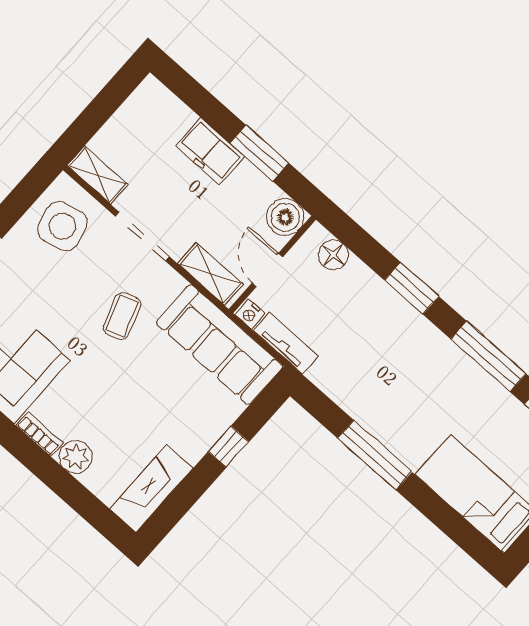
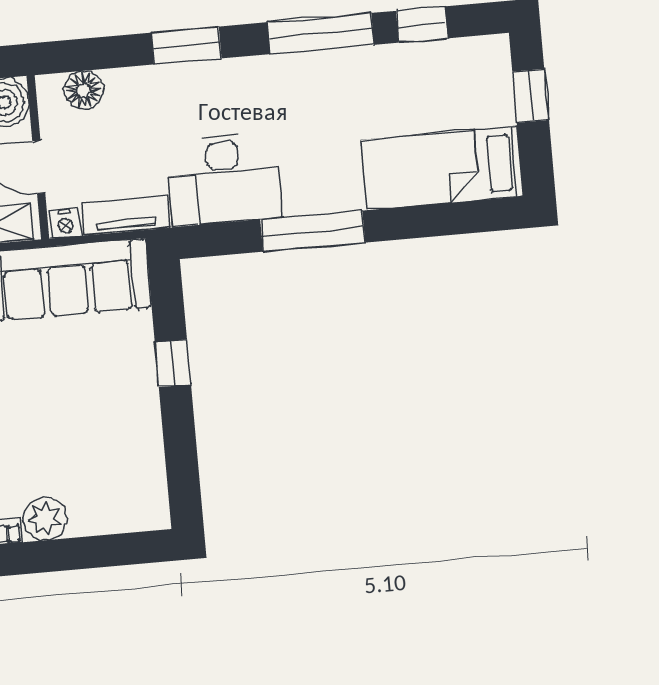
desk: (357, 379) -> (224, 179), added
fireplace: (151, 489) -> (143, 475), removed

